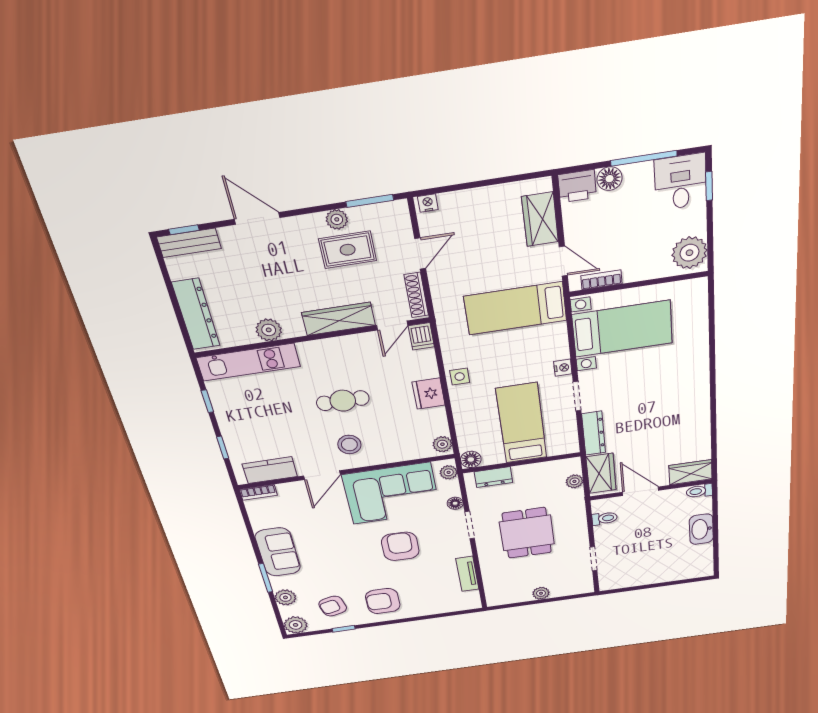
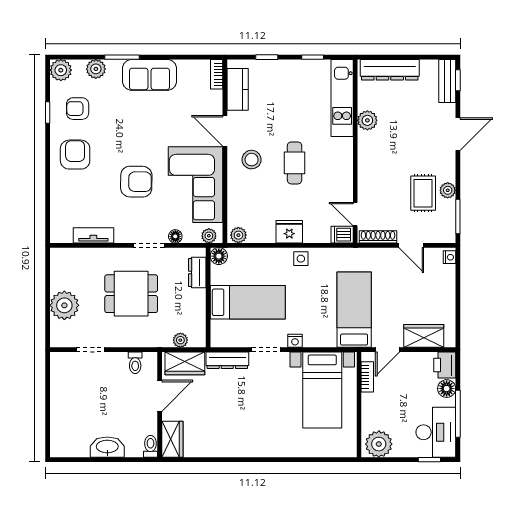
desk: (680, 182) -> (436, 432), width x1.37
wardrobe: (339, 319) -> (368, 175), removed
plant: (541, 593) -> (64, 305), width x1.87, depth x1.87
armchair: (333, 606) -> (78, 109), turned -76

